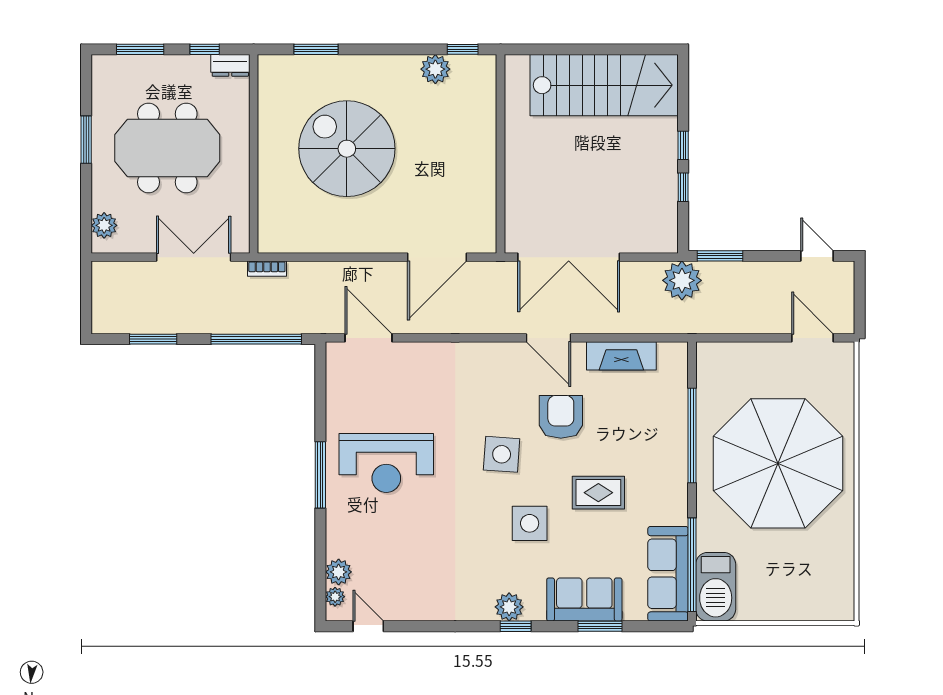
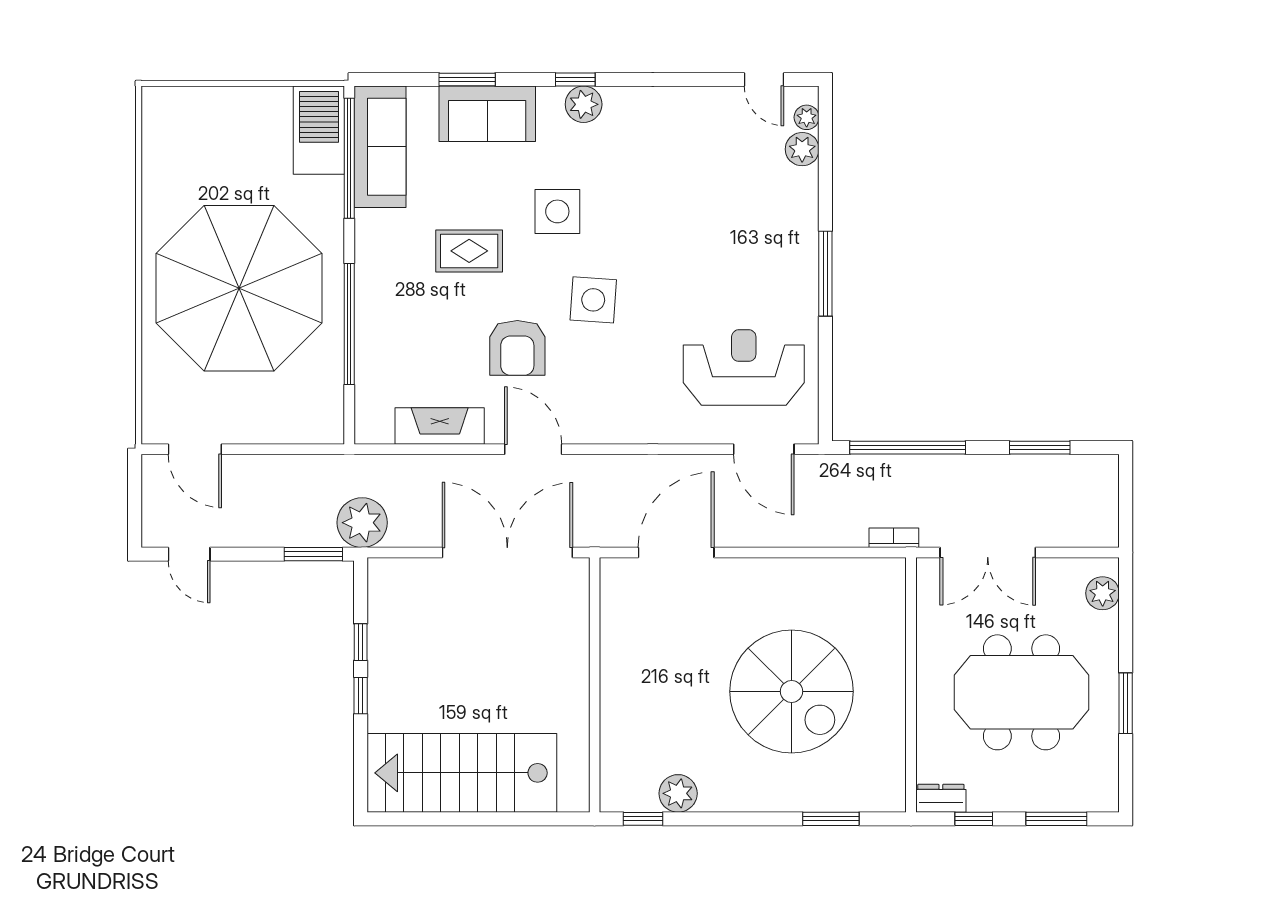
reception desk: (386, 463) -> (744, 368), moved

